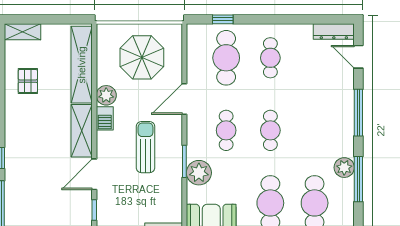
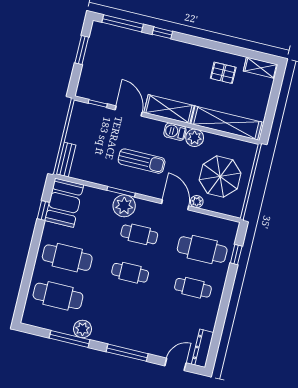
shelving: (22, 32) -> (261, 68), moved, turned 90
plant: (175, 76) -> (197, 202), added
plant: (199, 173) -> (124, 206), moved

